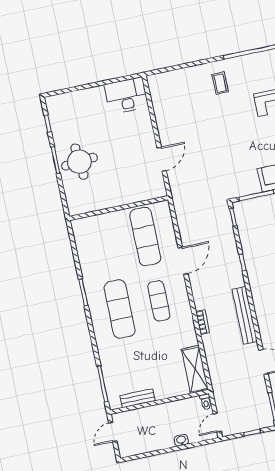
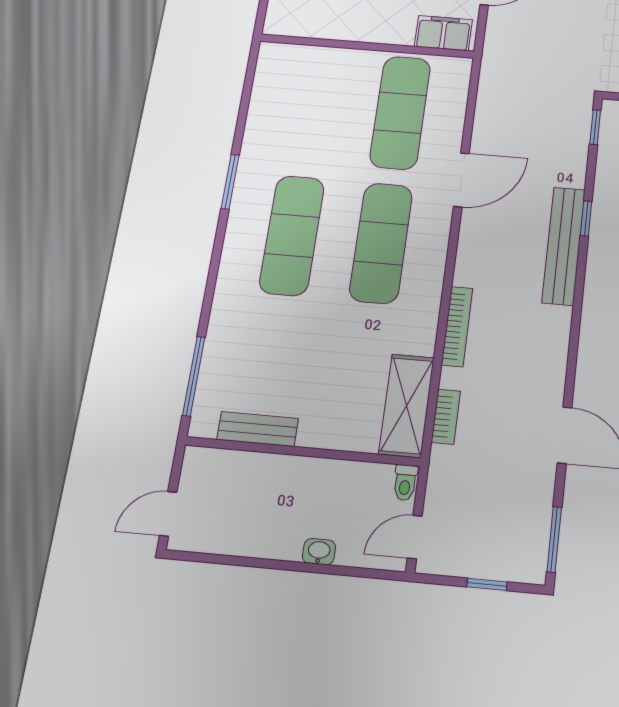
filing cabinet: (151, 191) -> (443, 33), added
exercise mat: (159, 301) -> (381, 243), width x1.36, depth x1.45
bench: (245, 315) -> (564, 246), moved
bookcase: (203, 322) -> (457, 327), width x1.56
bookcase: (213, 369) -> (446, 417), added
door: (113, 432) -> (168, 514), moved

